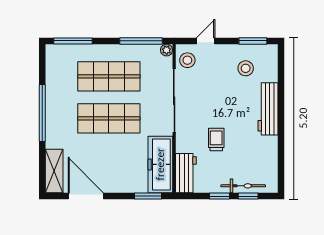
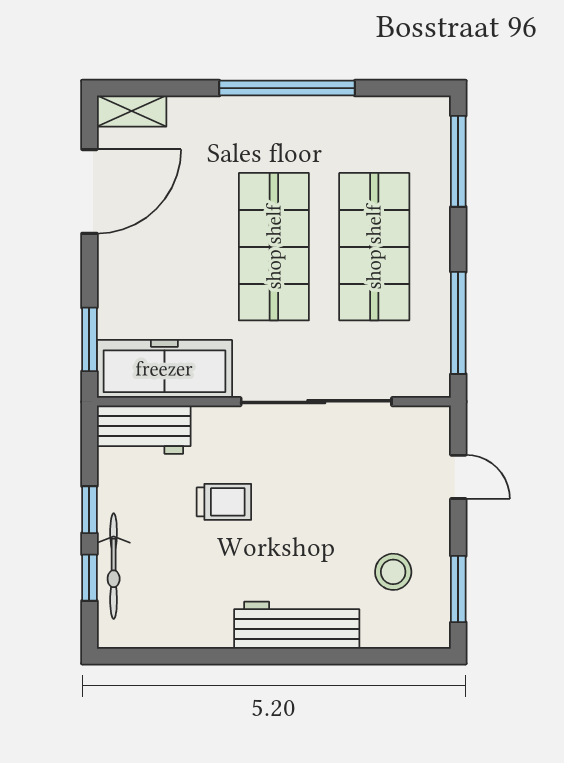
plant: (167, 50) -> (437, 384), removed
stool: (187, 60) -> (413, 433), removed
shelving: (54, 171) -> (132, 111), width x0.67, depth x0.75

